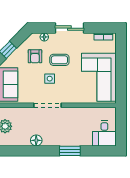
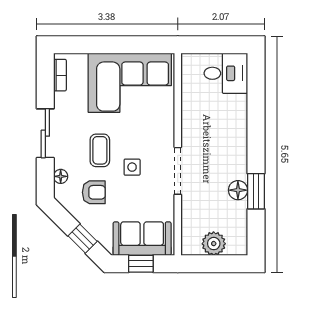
window: (70, 151) -> (256, 191), moved

